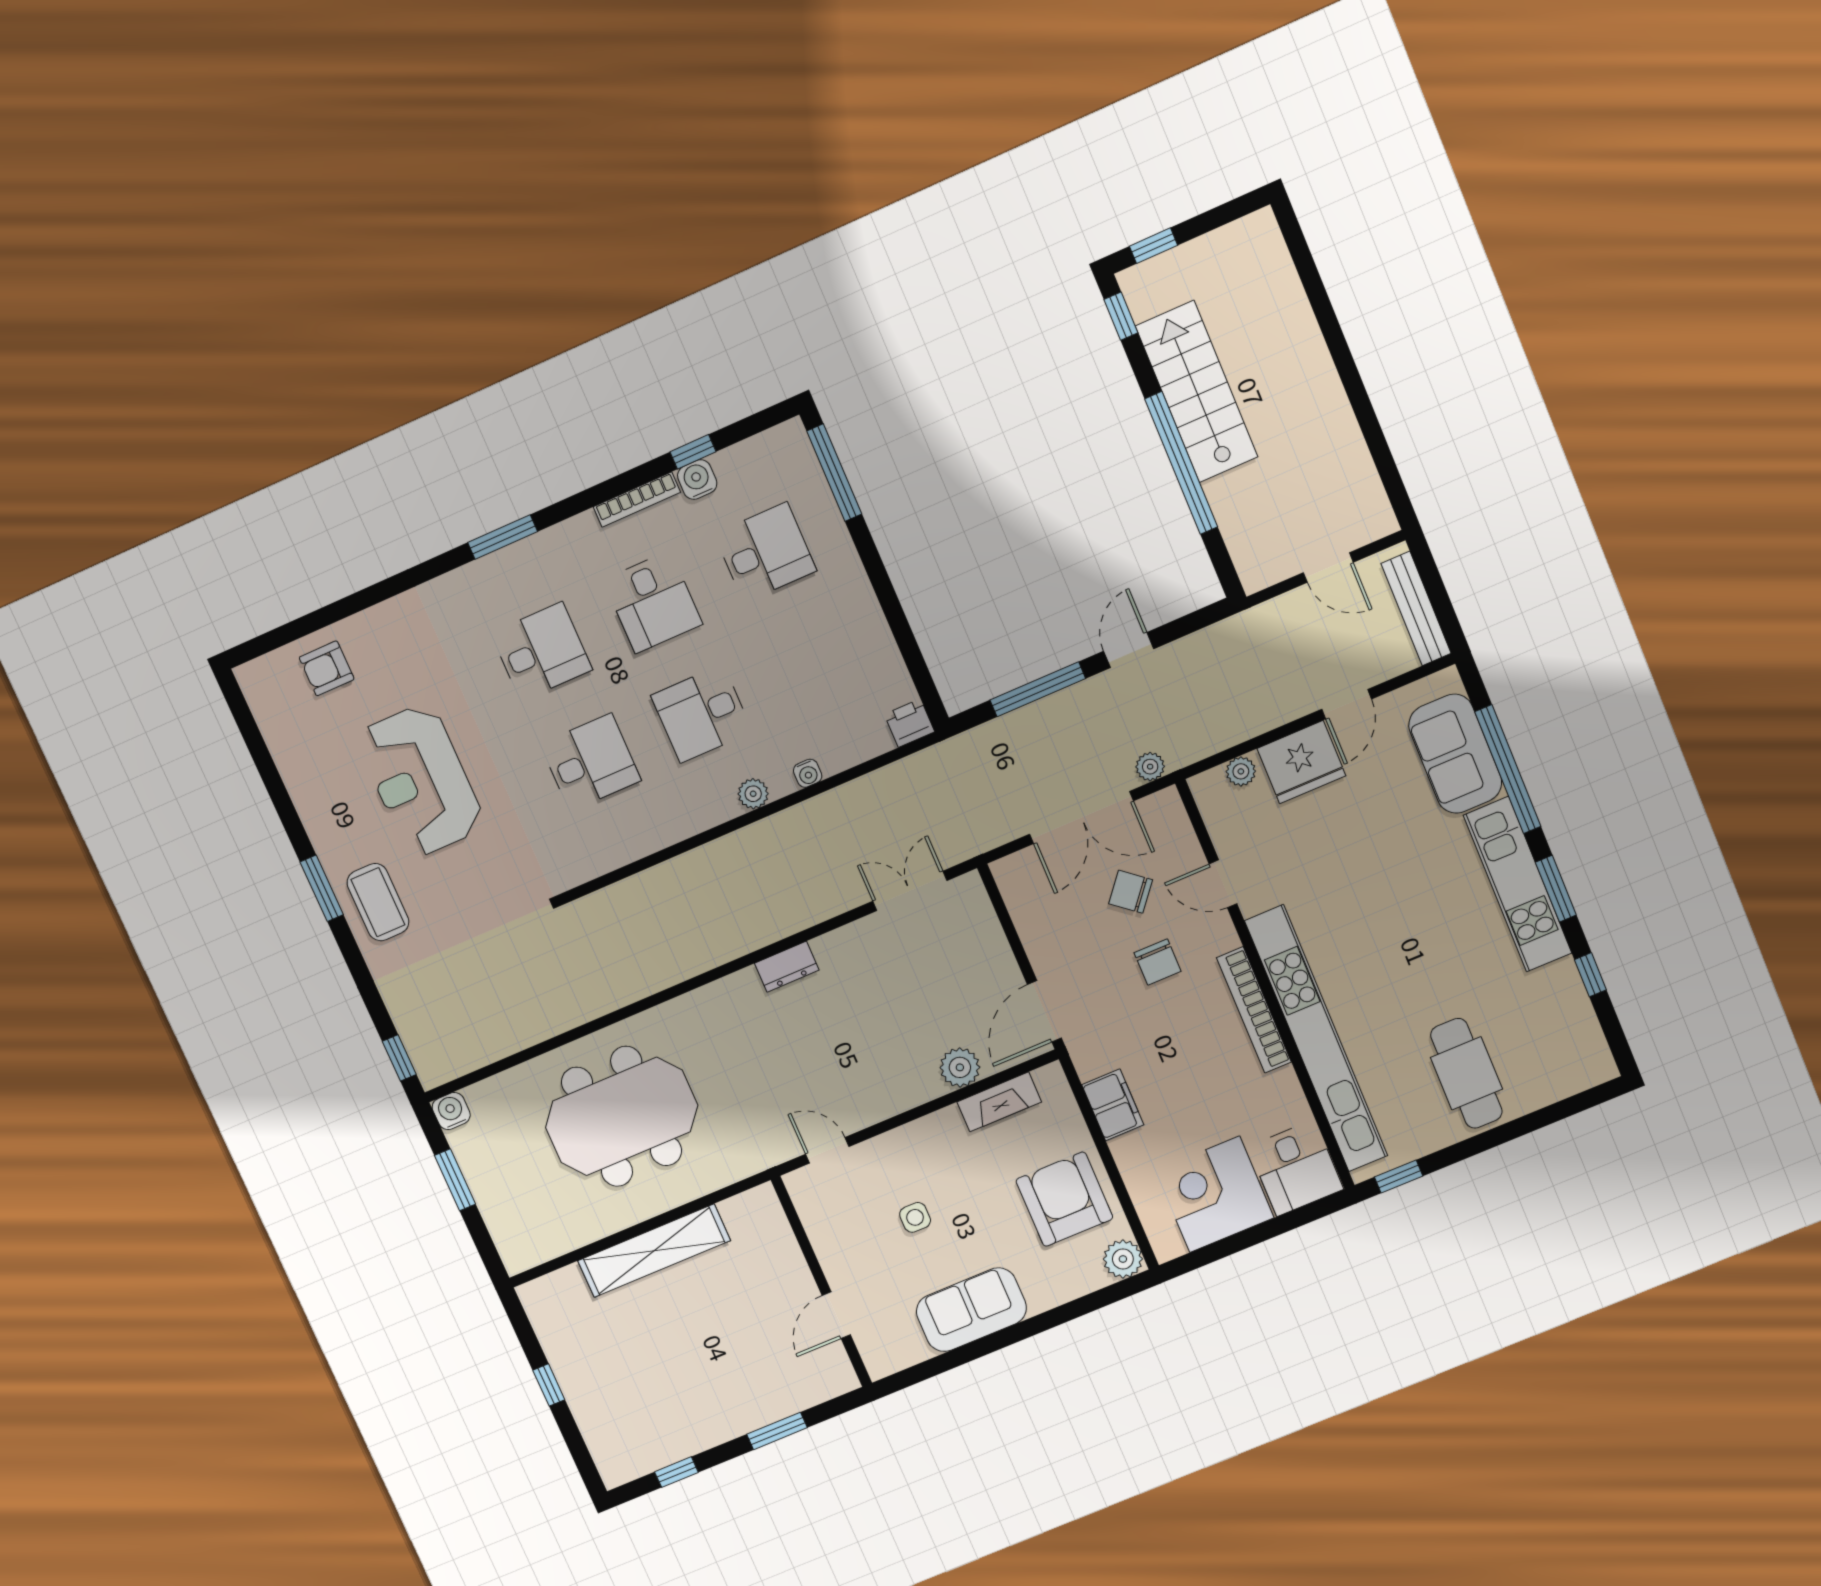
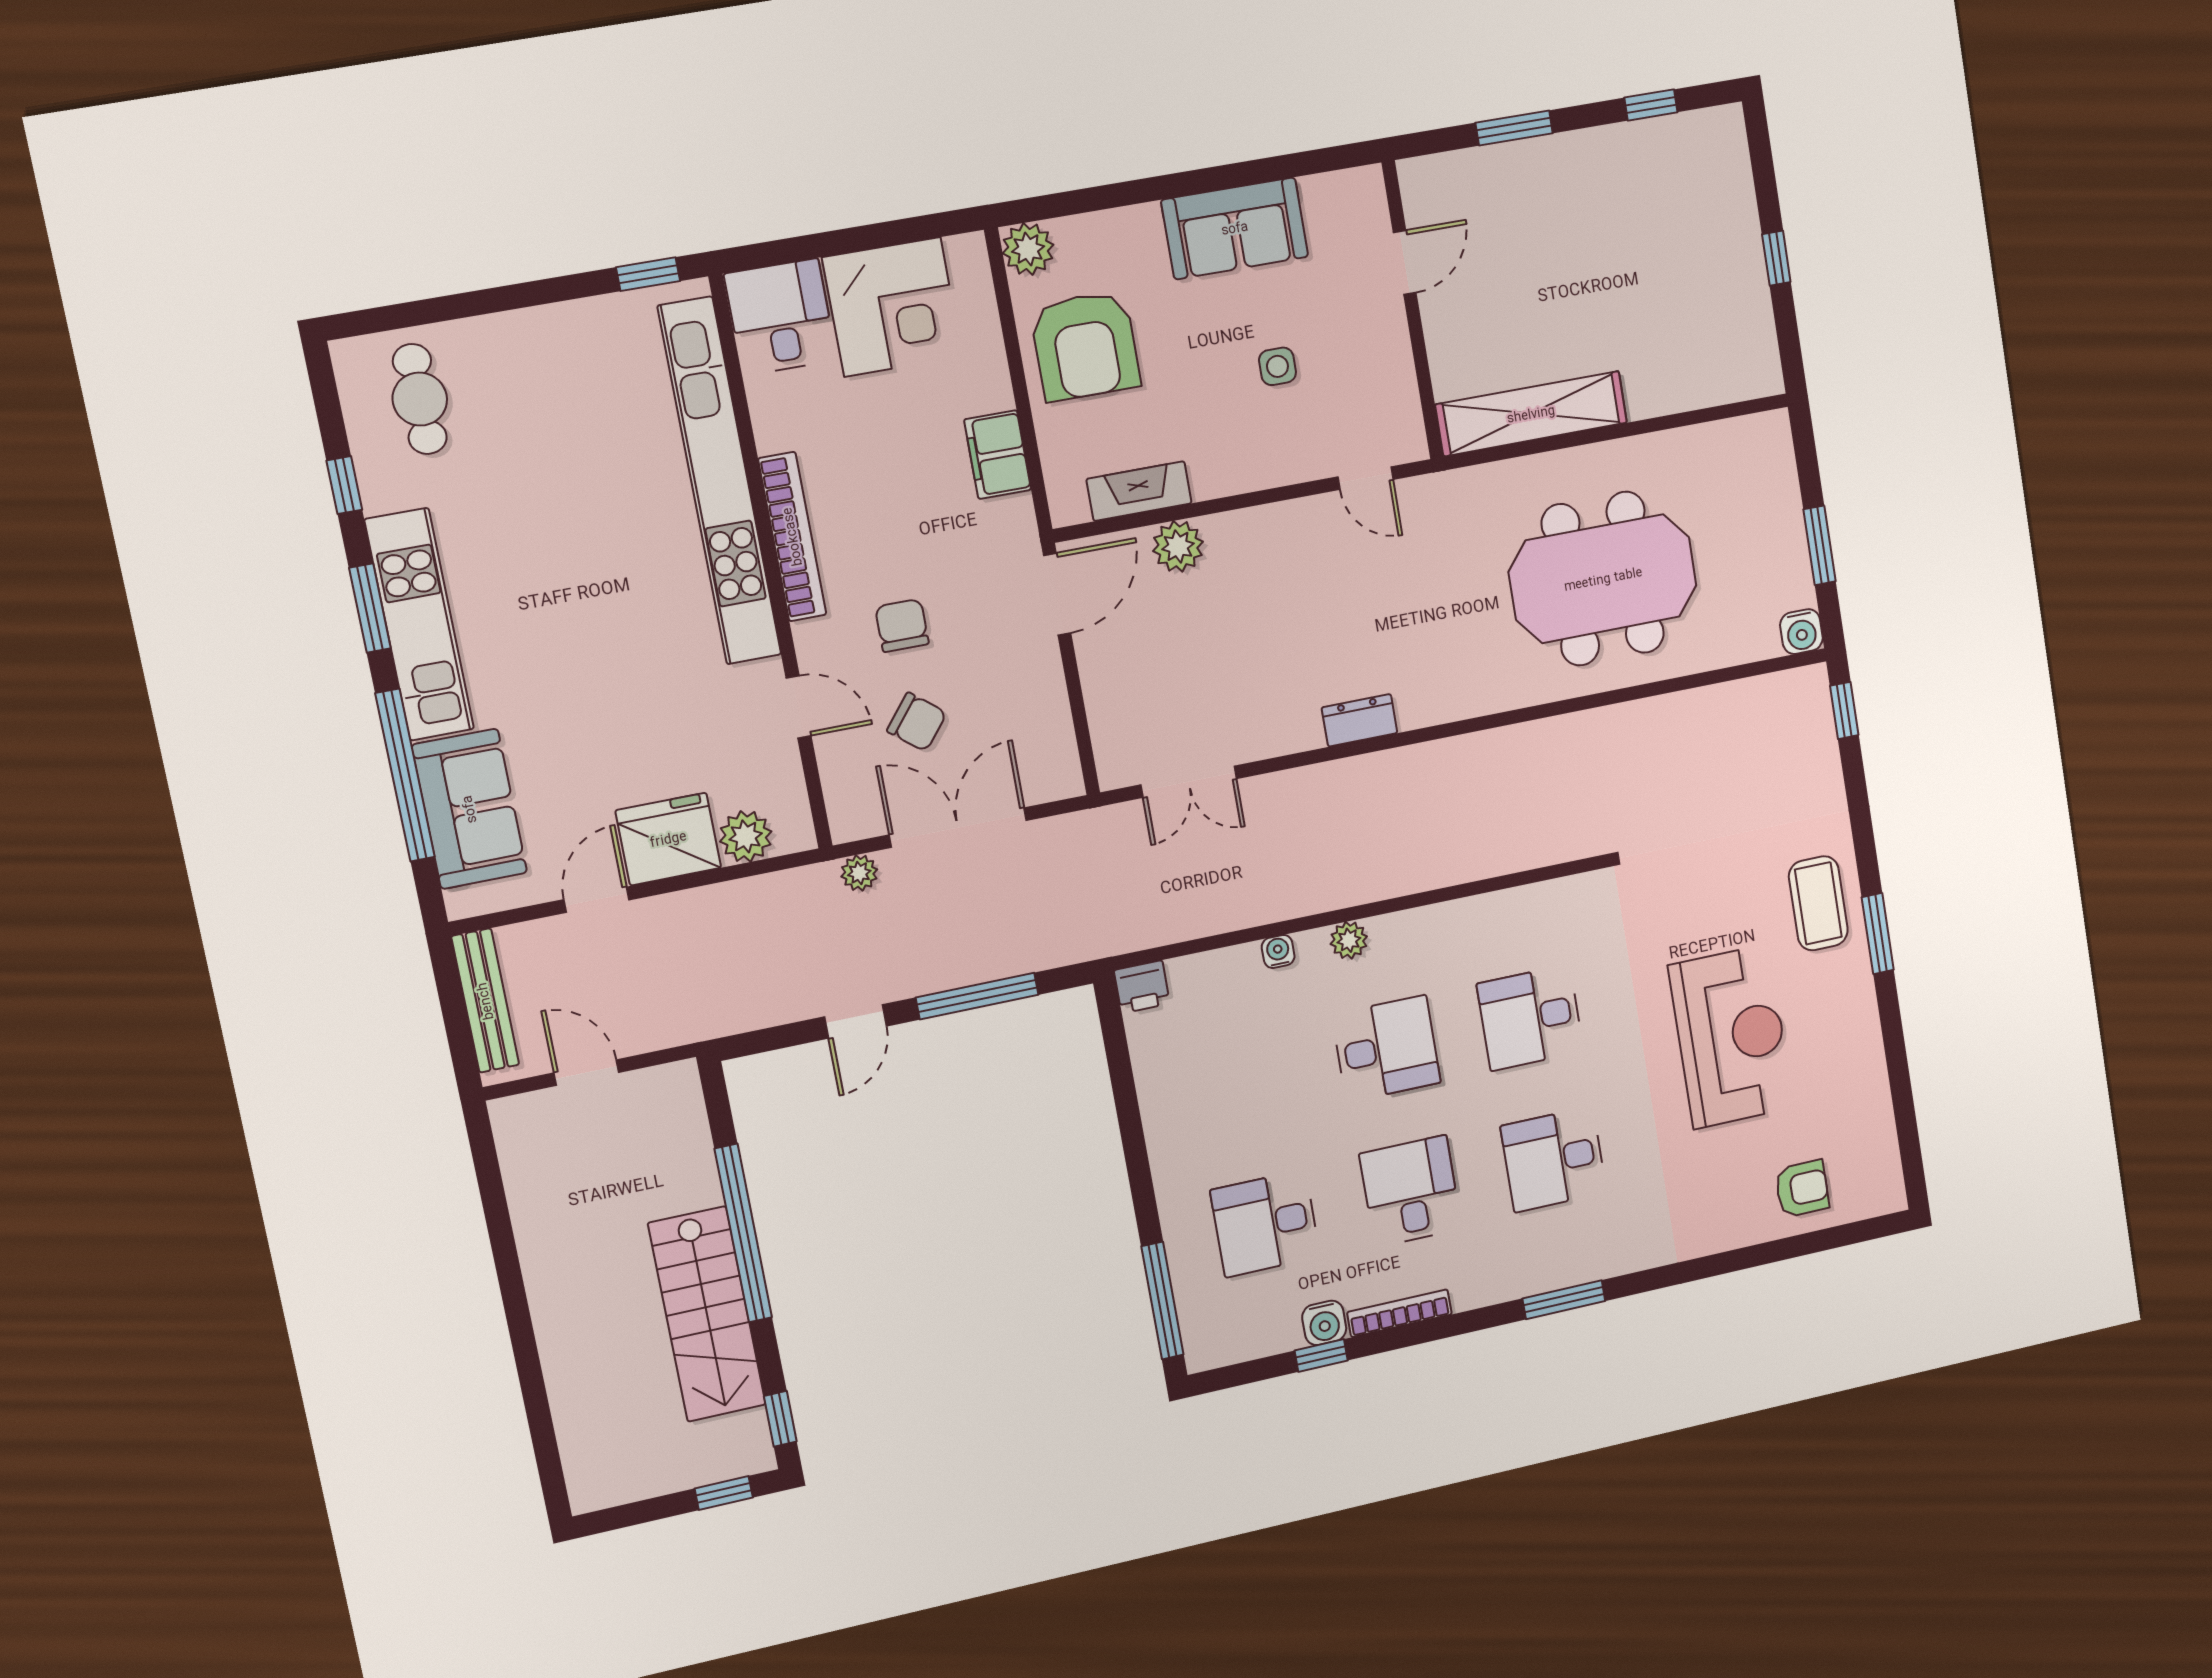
plant: (1241, 771) -> (746, 836), width x1.38, depth x1.38
cafe table: (1466, 1073) -> (420, 399), moved, width x0.73, depth x0.74
shelving: (654, 1251) -> (1531, 414), moved

